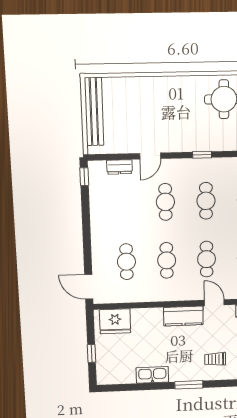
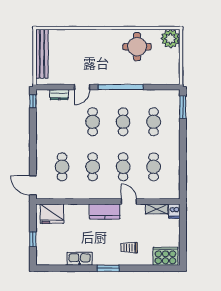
window: (202, 155) -> (121, 87), width x3.17

